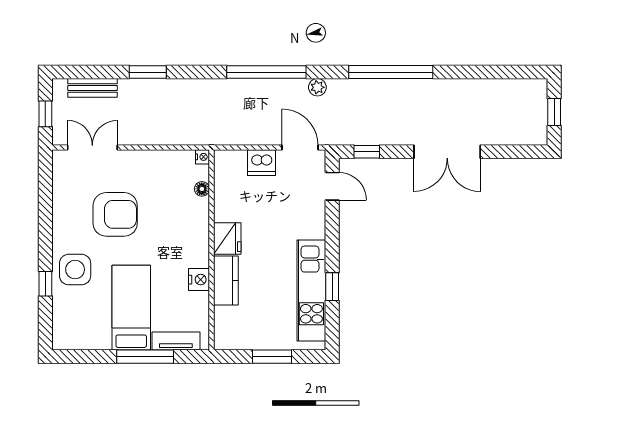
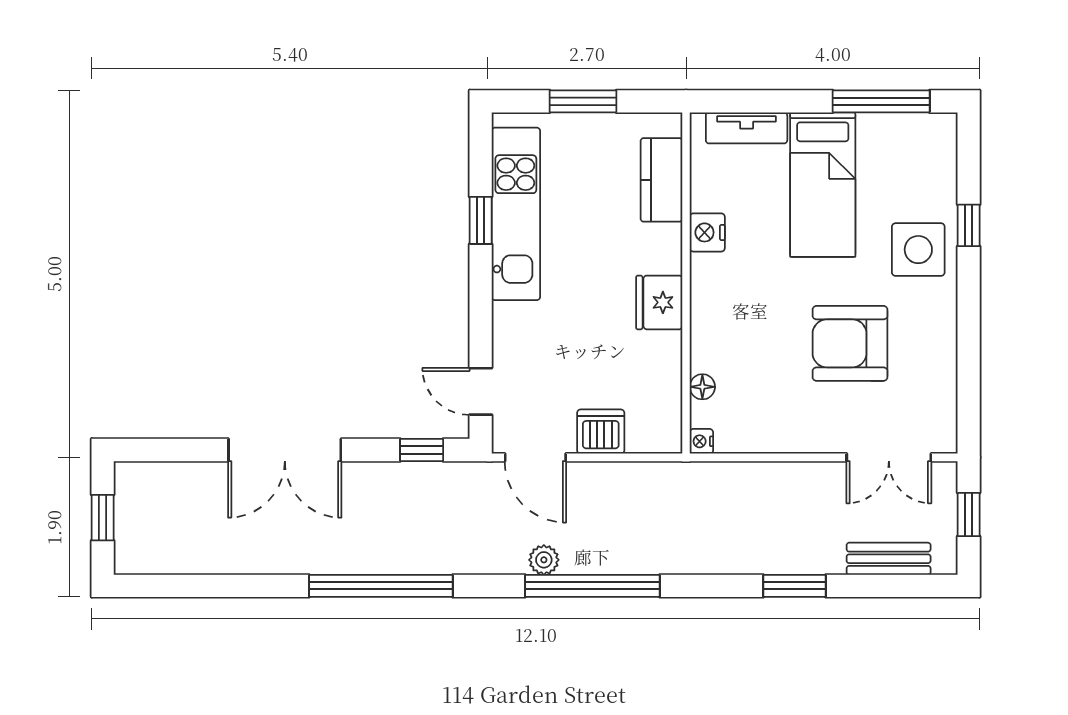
plant: (317, 87) -> (544, 560), moved
double door: (447, 152) -> (285, 450), swing flipped
kitchen counter: (226, 281) -> (661, 180), moved
window: (145, 357) -> (881, 101), moved

